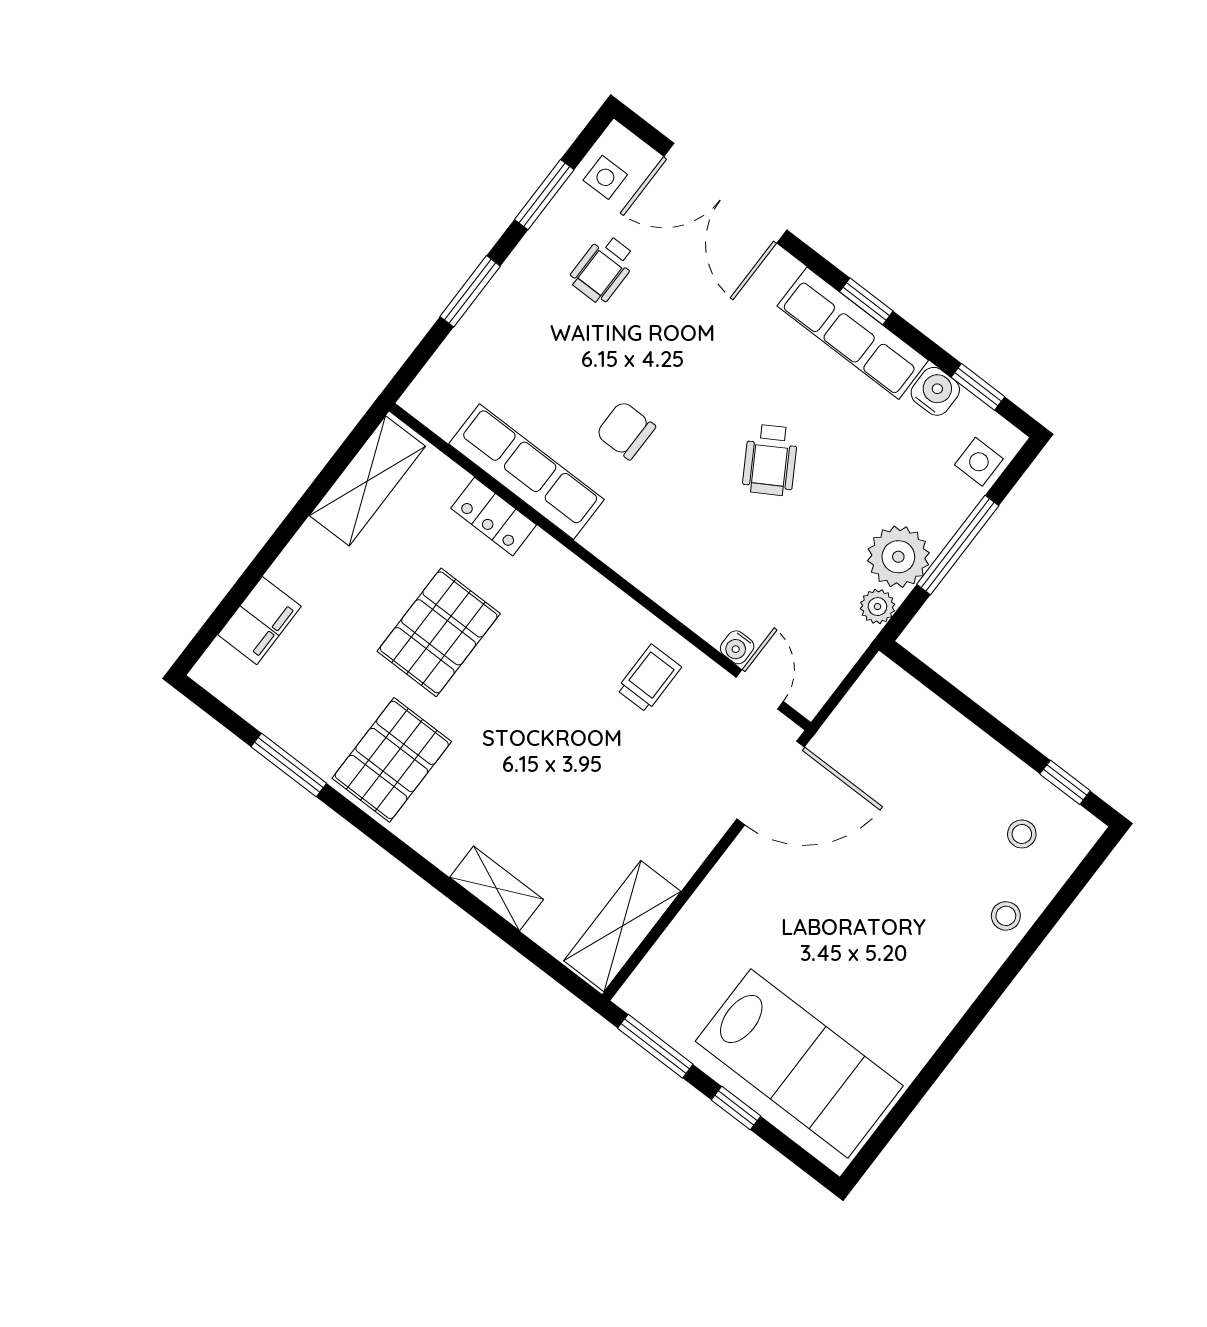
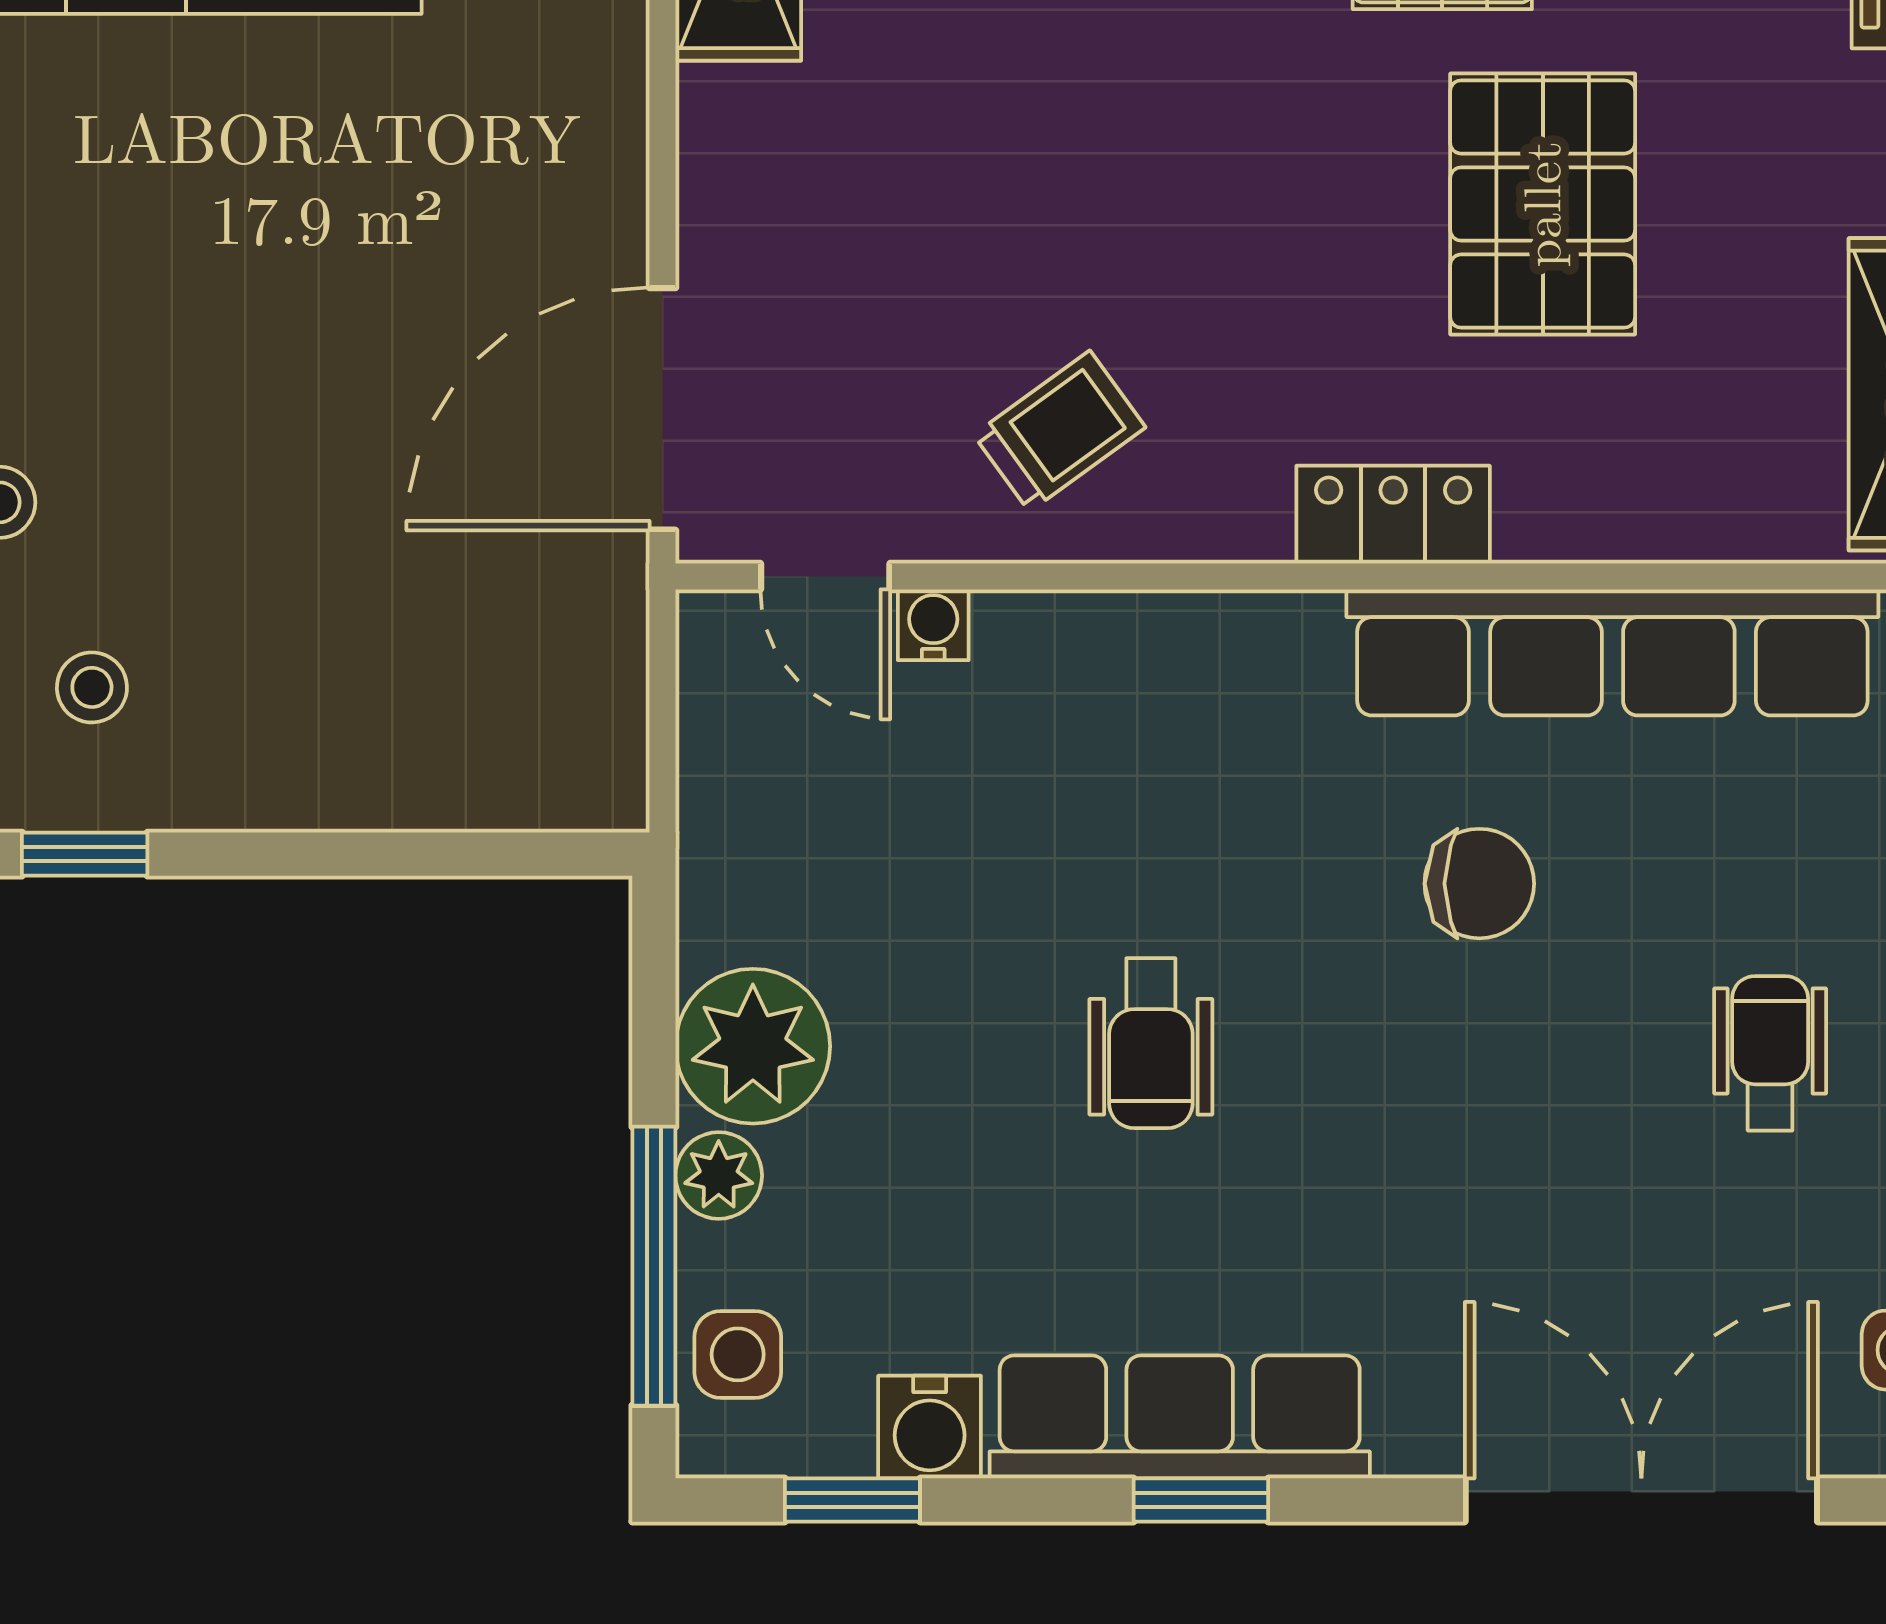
wheelchair: (603, 269) -> (1770, 1053), moved
wheelchair: (770, 460) -> (1151, 1043), turned -149
row of seats: (526, 472) -> (1612, 652), width x1.36
locker: (494, 517) -> (1393, 515), moved
window: (958, 545) -> (654, 1266), moved
plant: (878, 607) -> (719, 1176), moved
trolley: (649, 678) -> (1060, 431), turned -126

